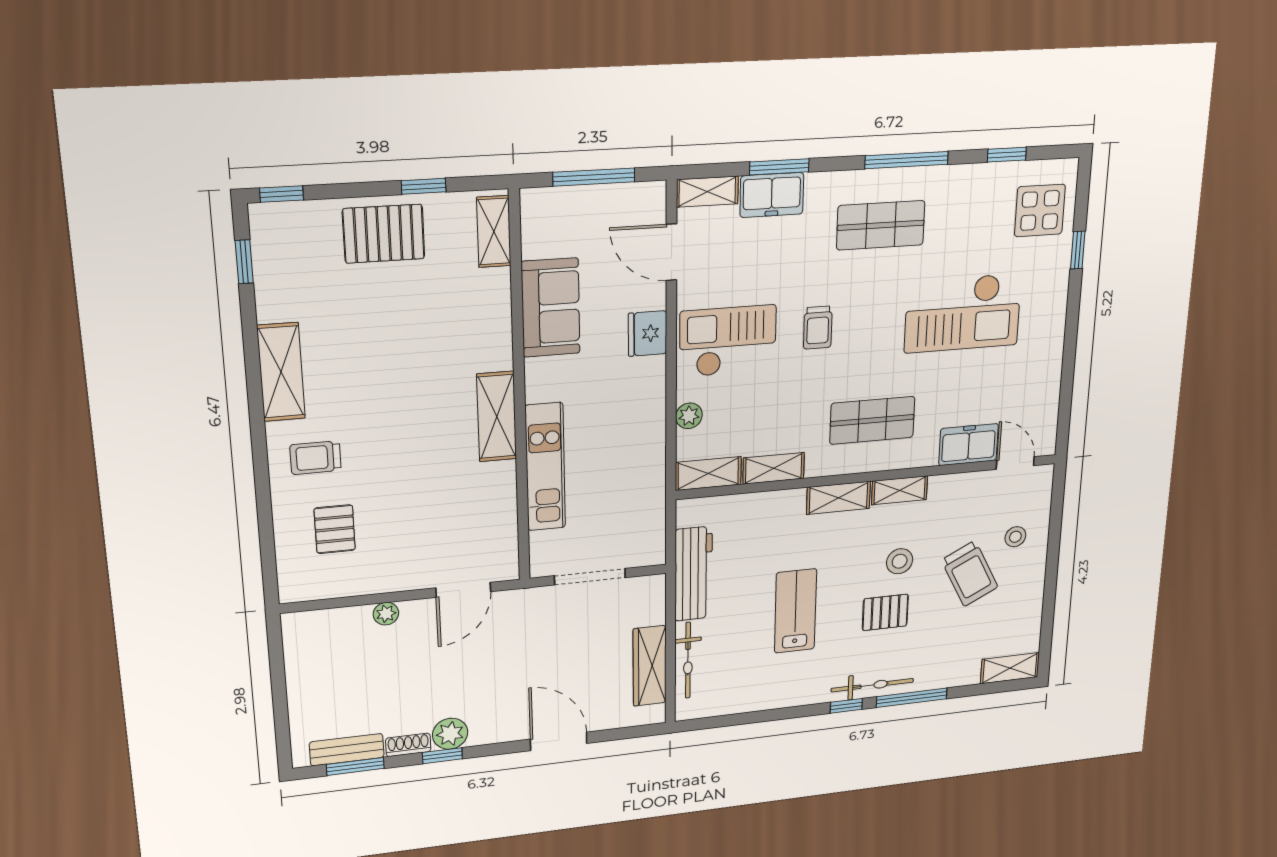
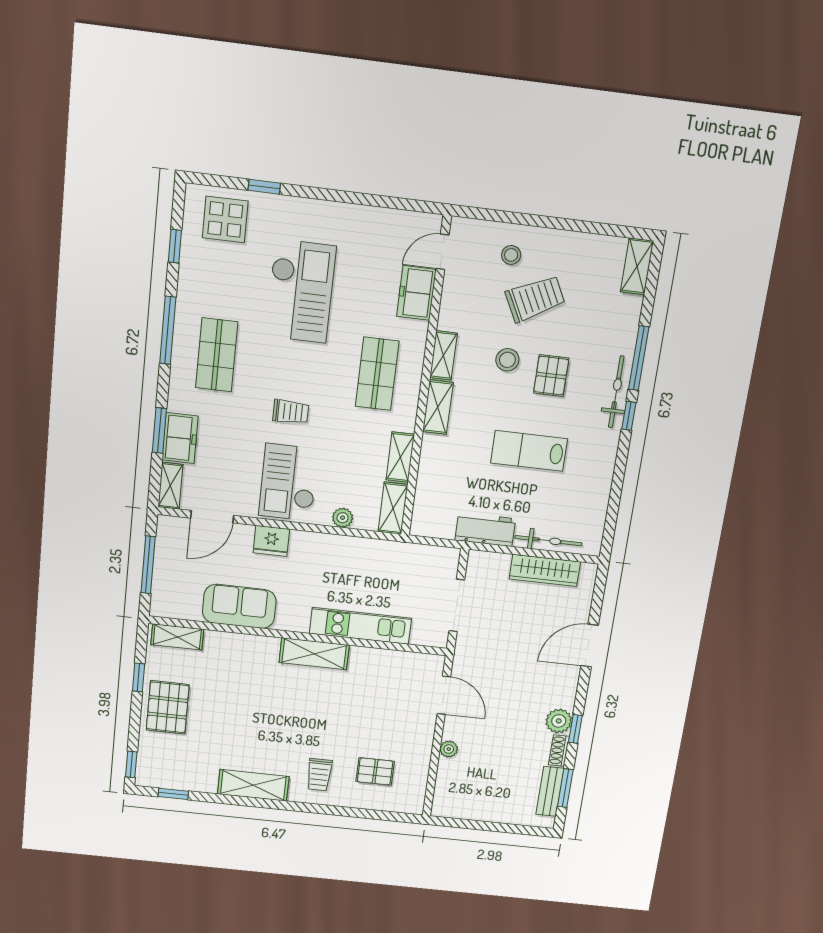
workbench: (694, 574) -> (485, 529), width x0.73

